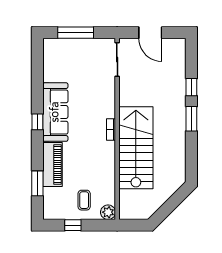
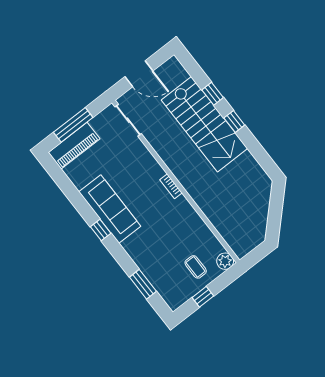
window: (191, 119) -> (234, 122), width x0.67
stairs: (136, 148) -> (204, 124), moved, turned 180
piano: (52, 164) -> (74, 146), moved, turned 90

